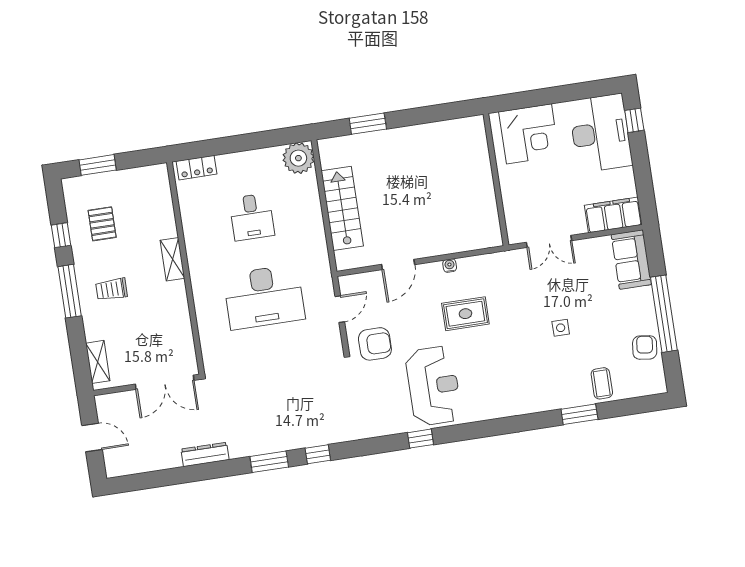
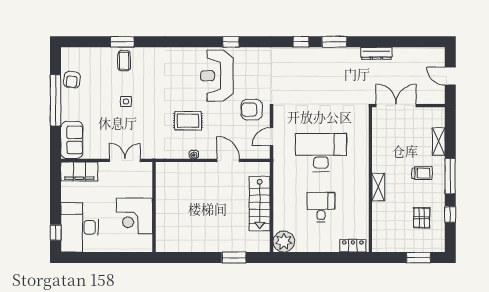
corner desk: (529, 134) -> (135, 216), moved, turned -90
door: (398, 265) -> (228, 160), hinge flipped
shelving: (98, 362) -> (439, 141), moved
coffee table: (602, 383) -> (124, 61), moved

